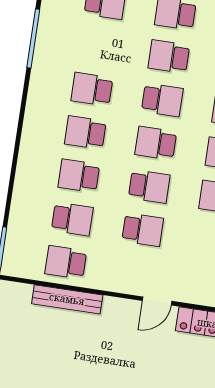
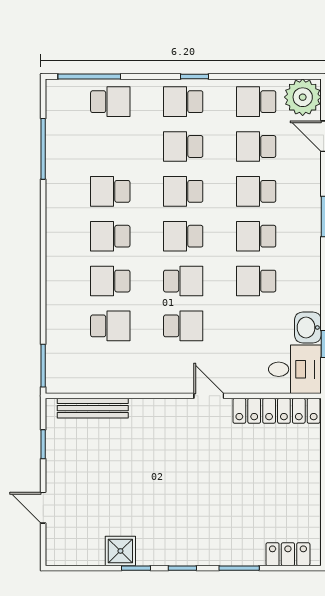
school desk: (162, 100) -> (183, 191), turned 180
school desk: (66, 262) -> (110, 371), removed
bench: (67, 299) -> (93, 408), moved
door: (157, 301) -> (209, 396), swing flipped

